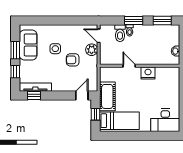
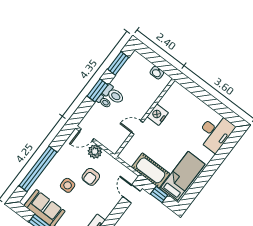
window: (51, 21) -> (38, 169), added
toilet: (120, 33) -> (113, 94), moved

